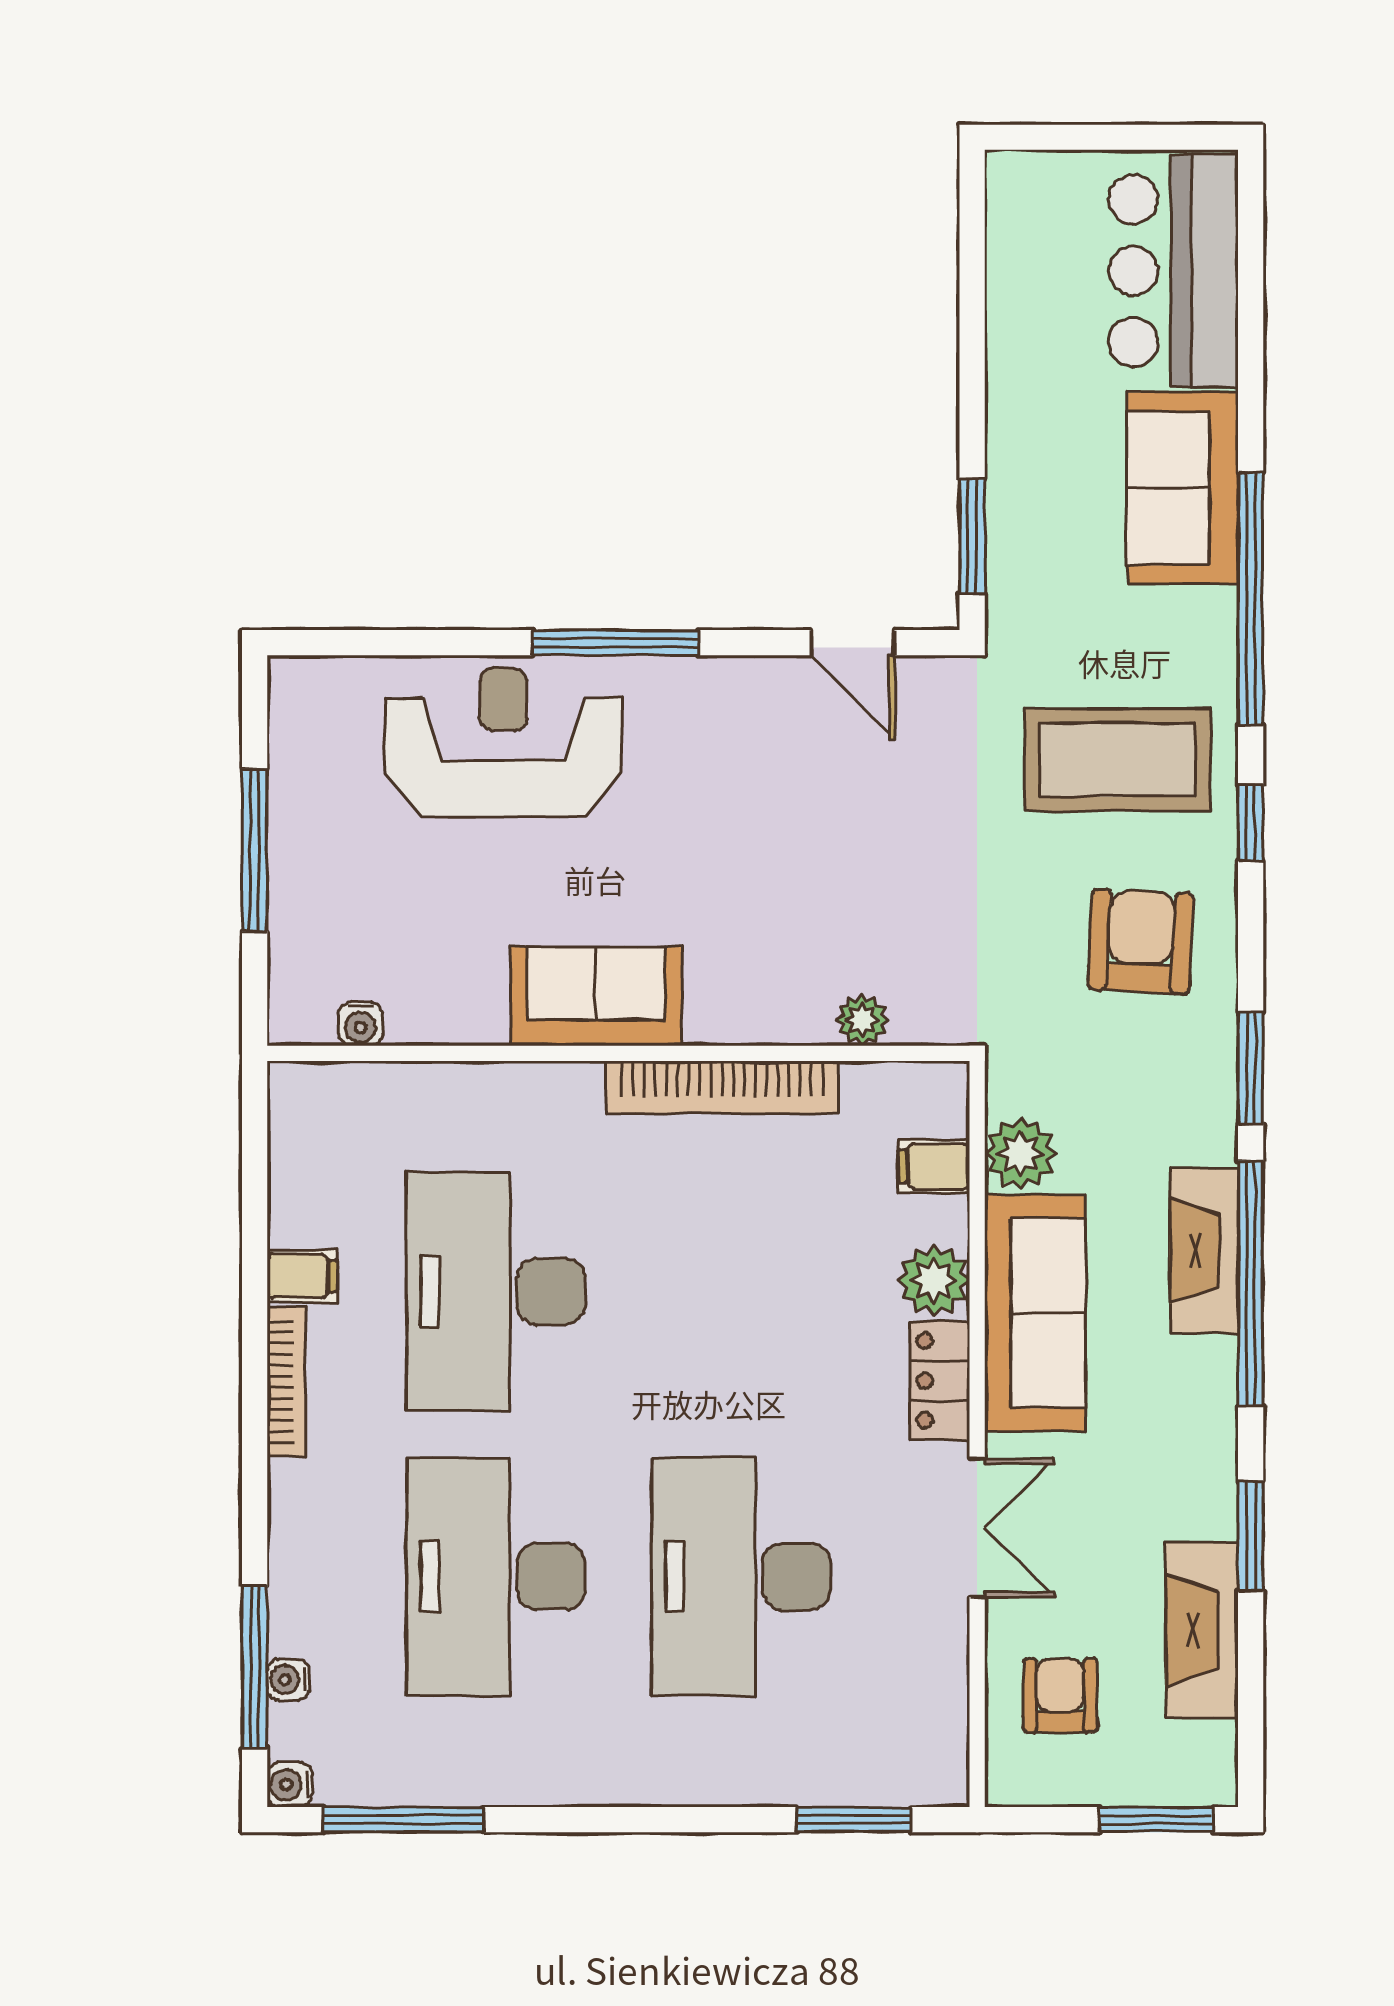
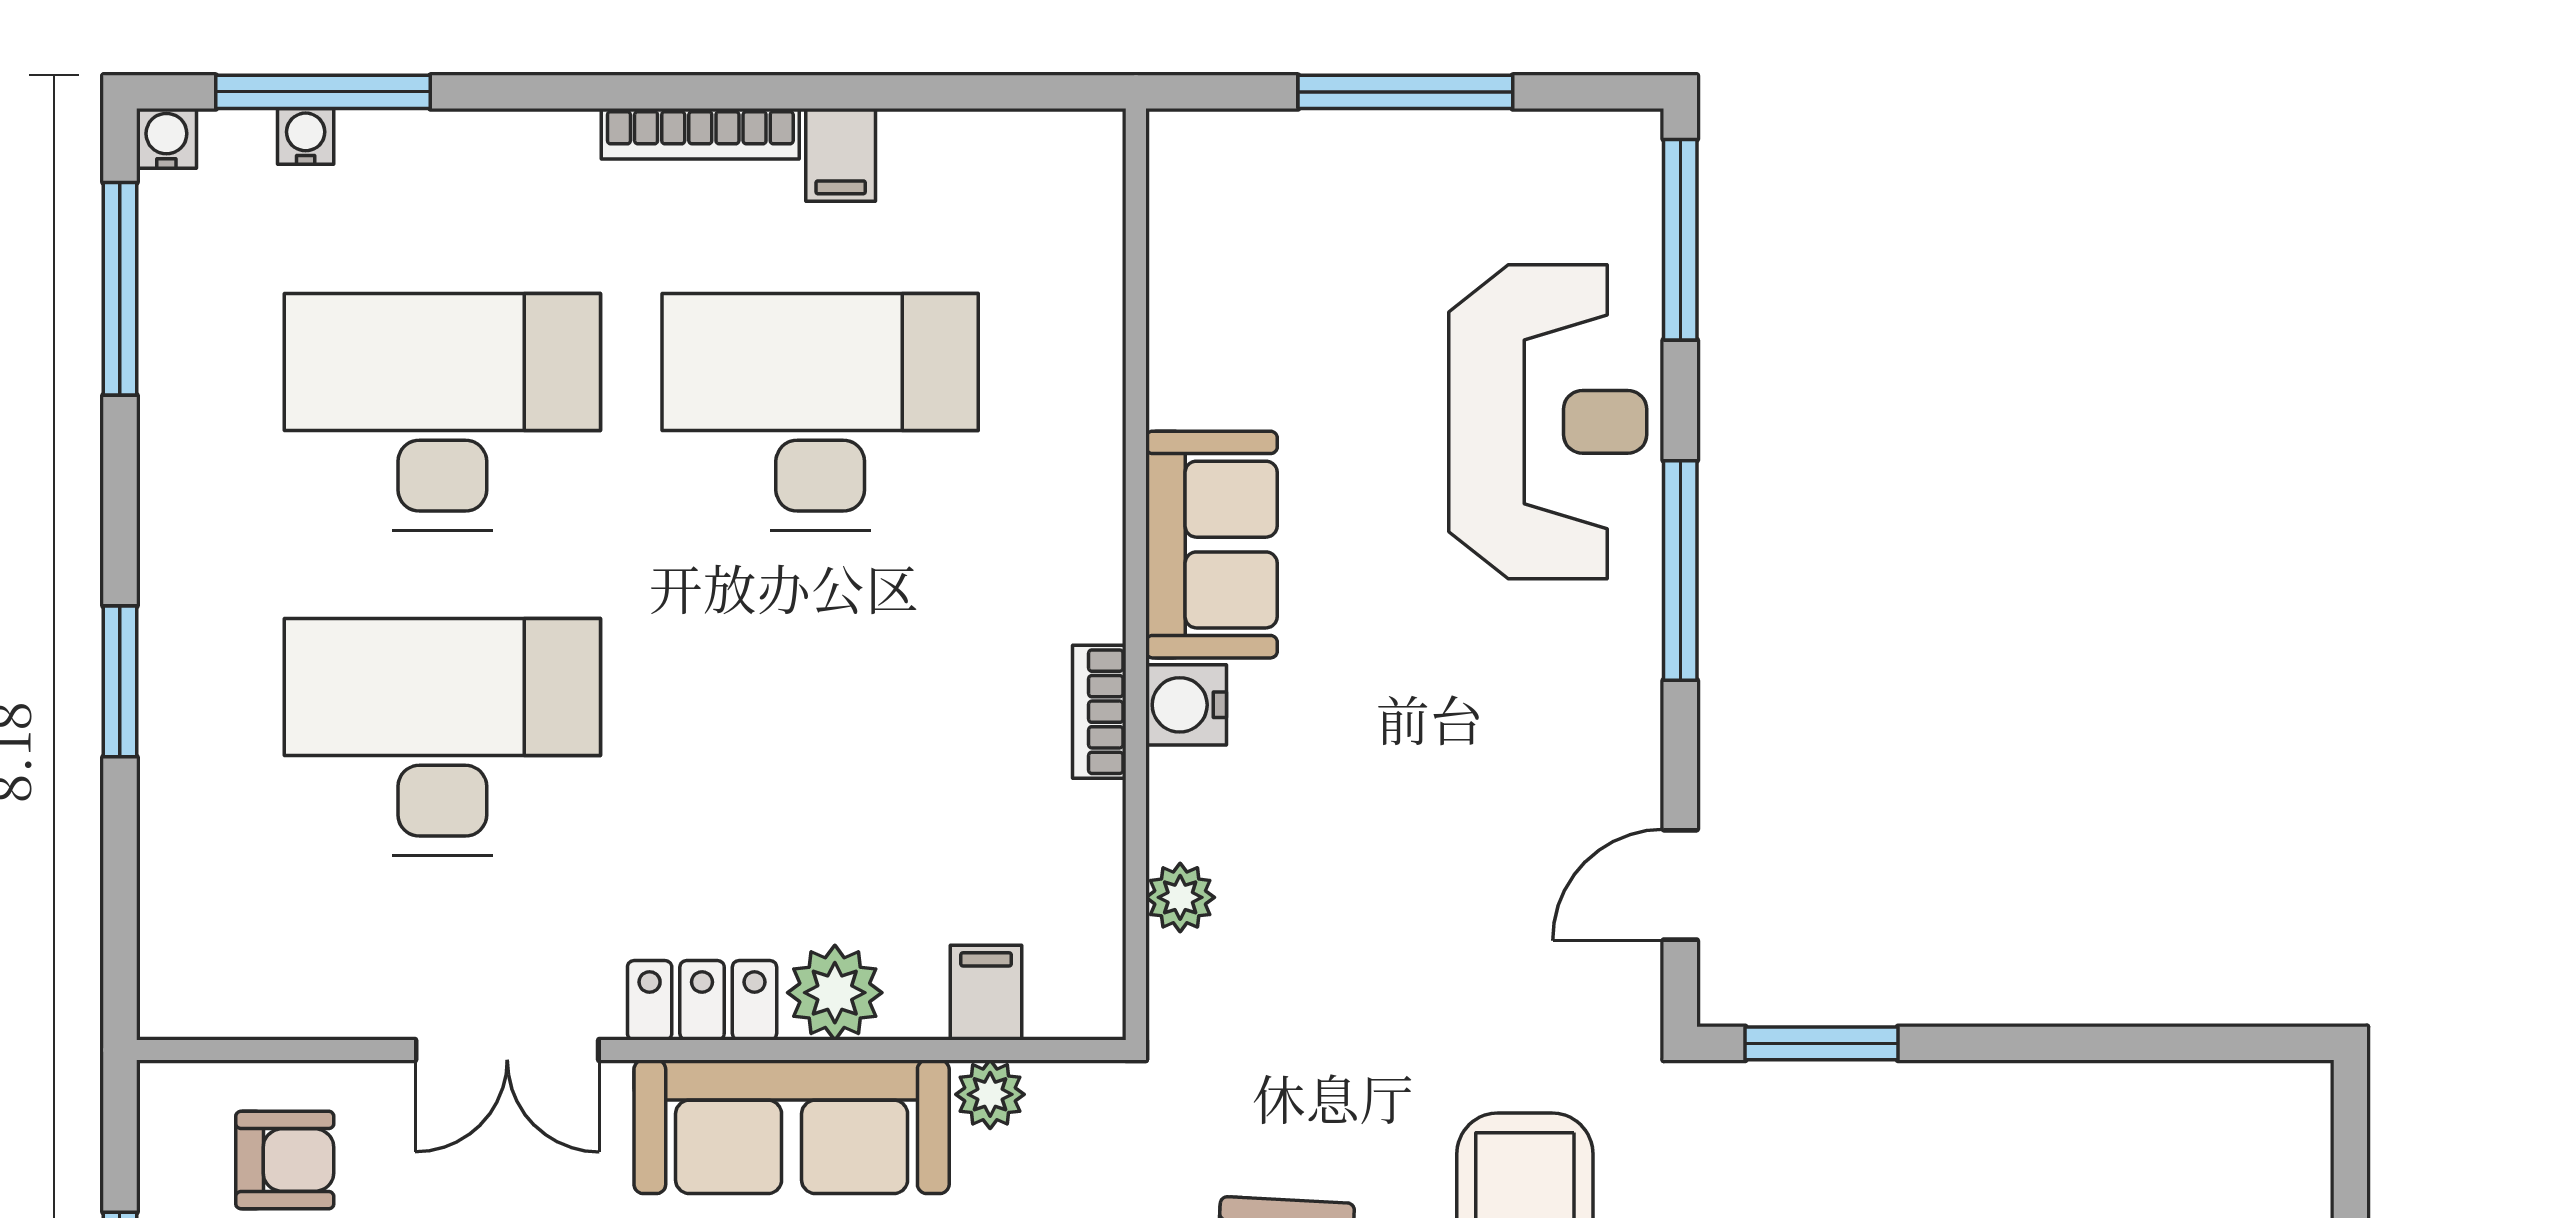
window: (366, 643) -> (1680, 240), added
water cooler: (360, 1024) -> (1186, 705), moved, width x1.38, depth x1.38
bookcase: (722, 1087) -> (1099, 712), width x0.43, depth x0.76
plant: (1020, 1154) -> (990, 1094), width x0.73, depth x0.73
window: (854, 1820) -> (120, 681), moved

